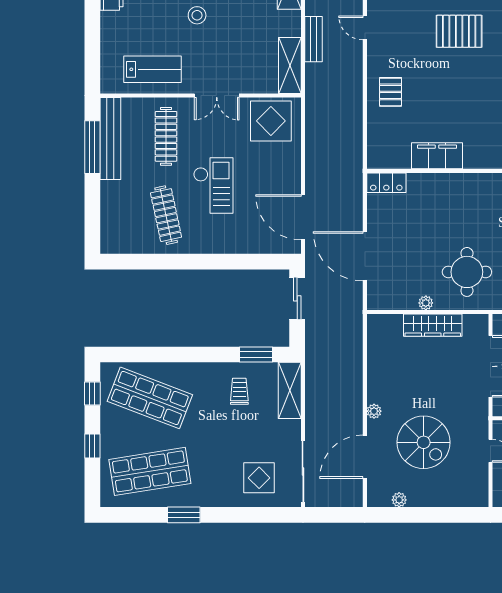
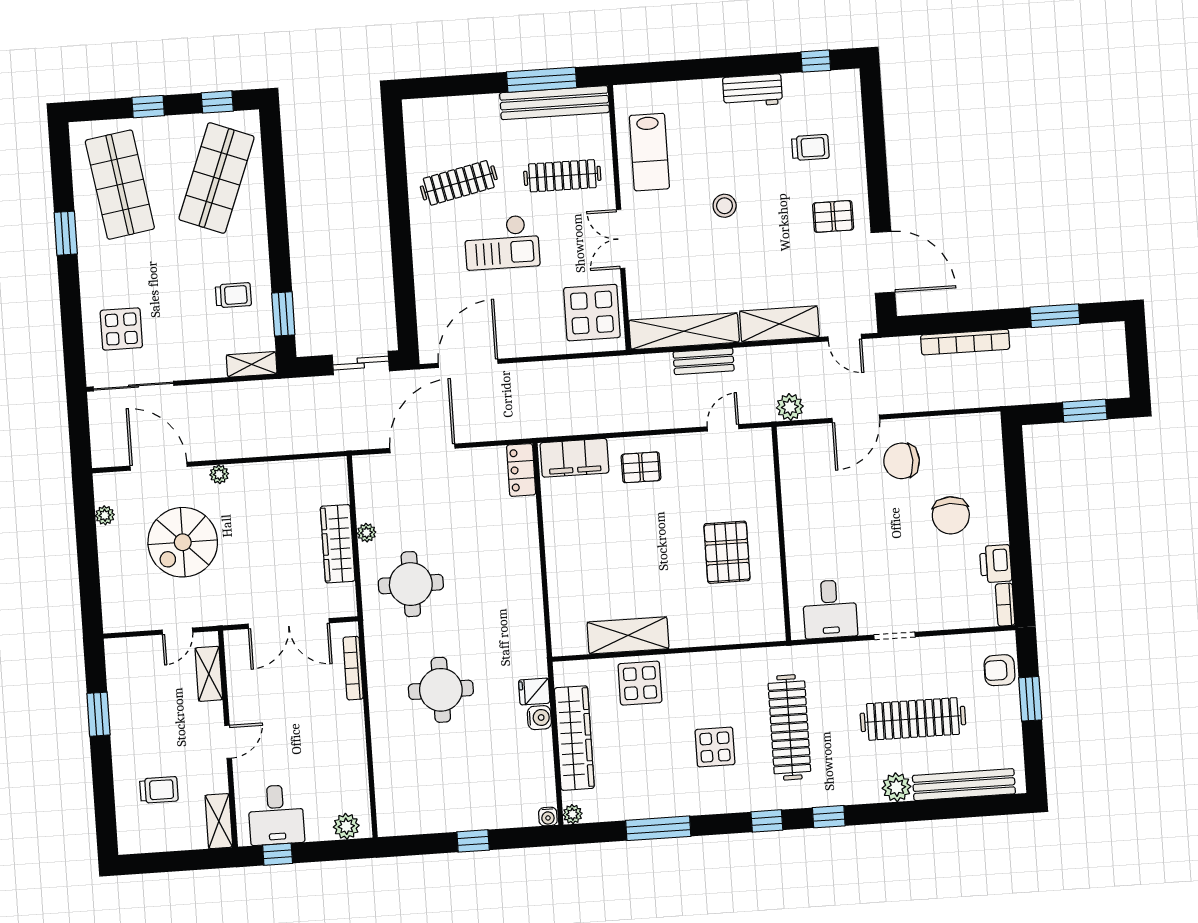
shelving: (290, 65) -> (684, 331), width x1.47
filing cabinet: (437, 156) -> (574, 458), moved, turned 90
shelving: (290, 390) -> (252, 364), width x0.67, depth x0.75

